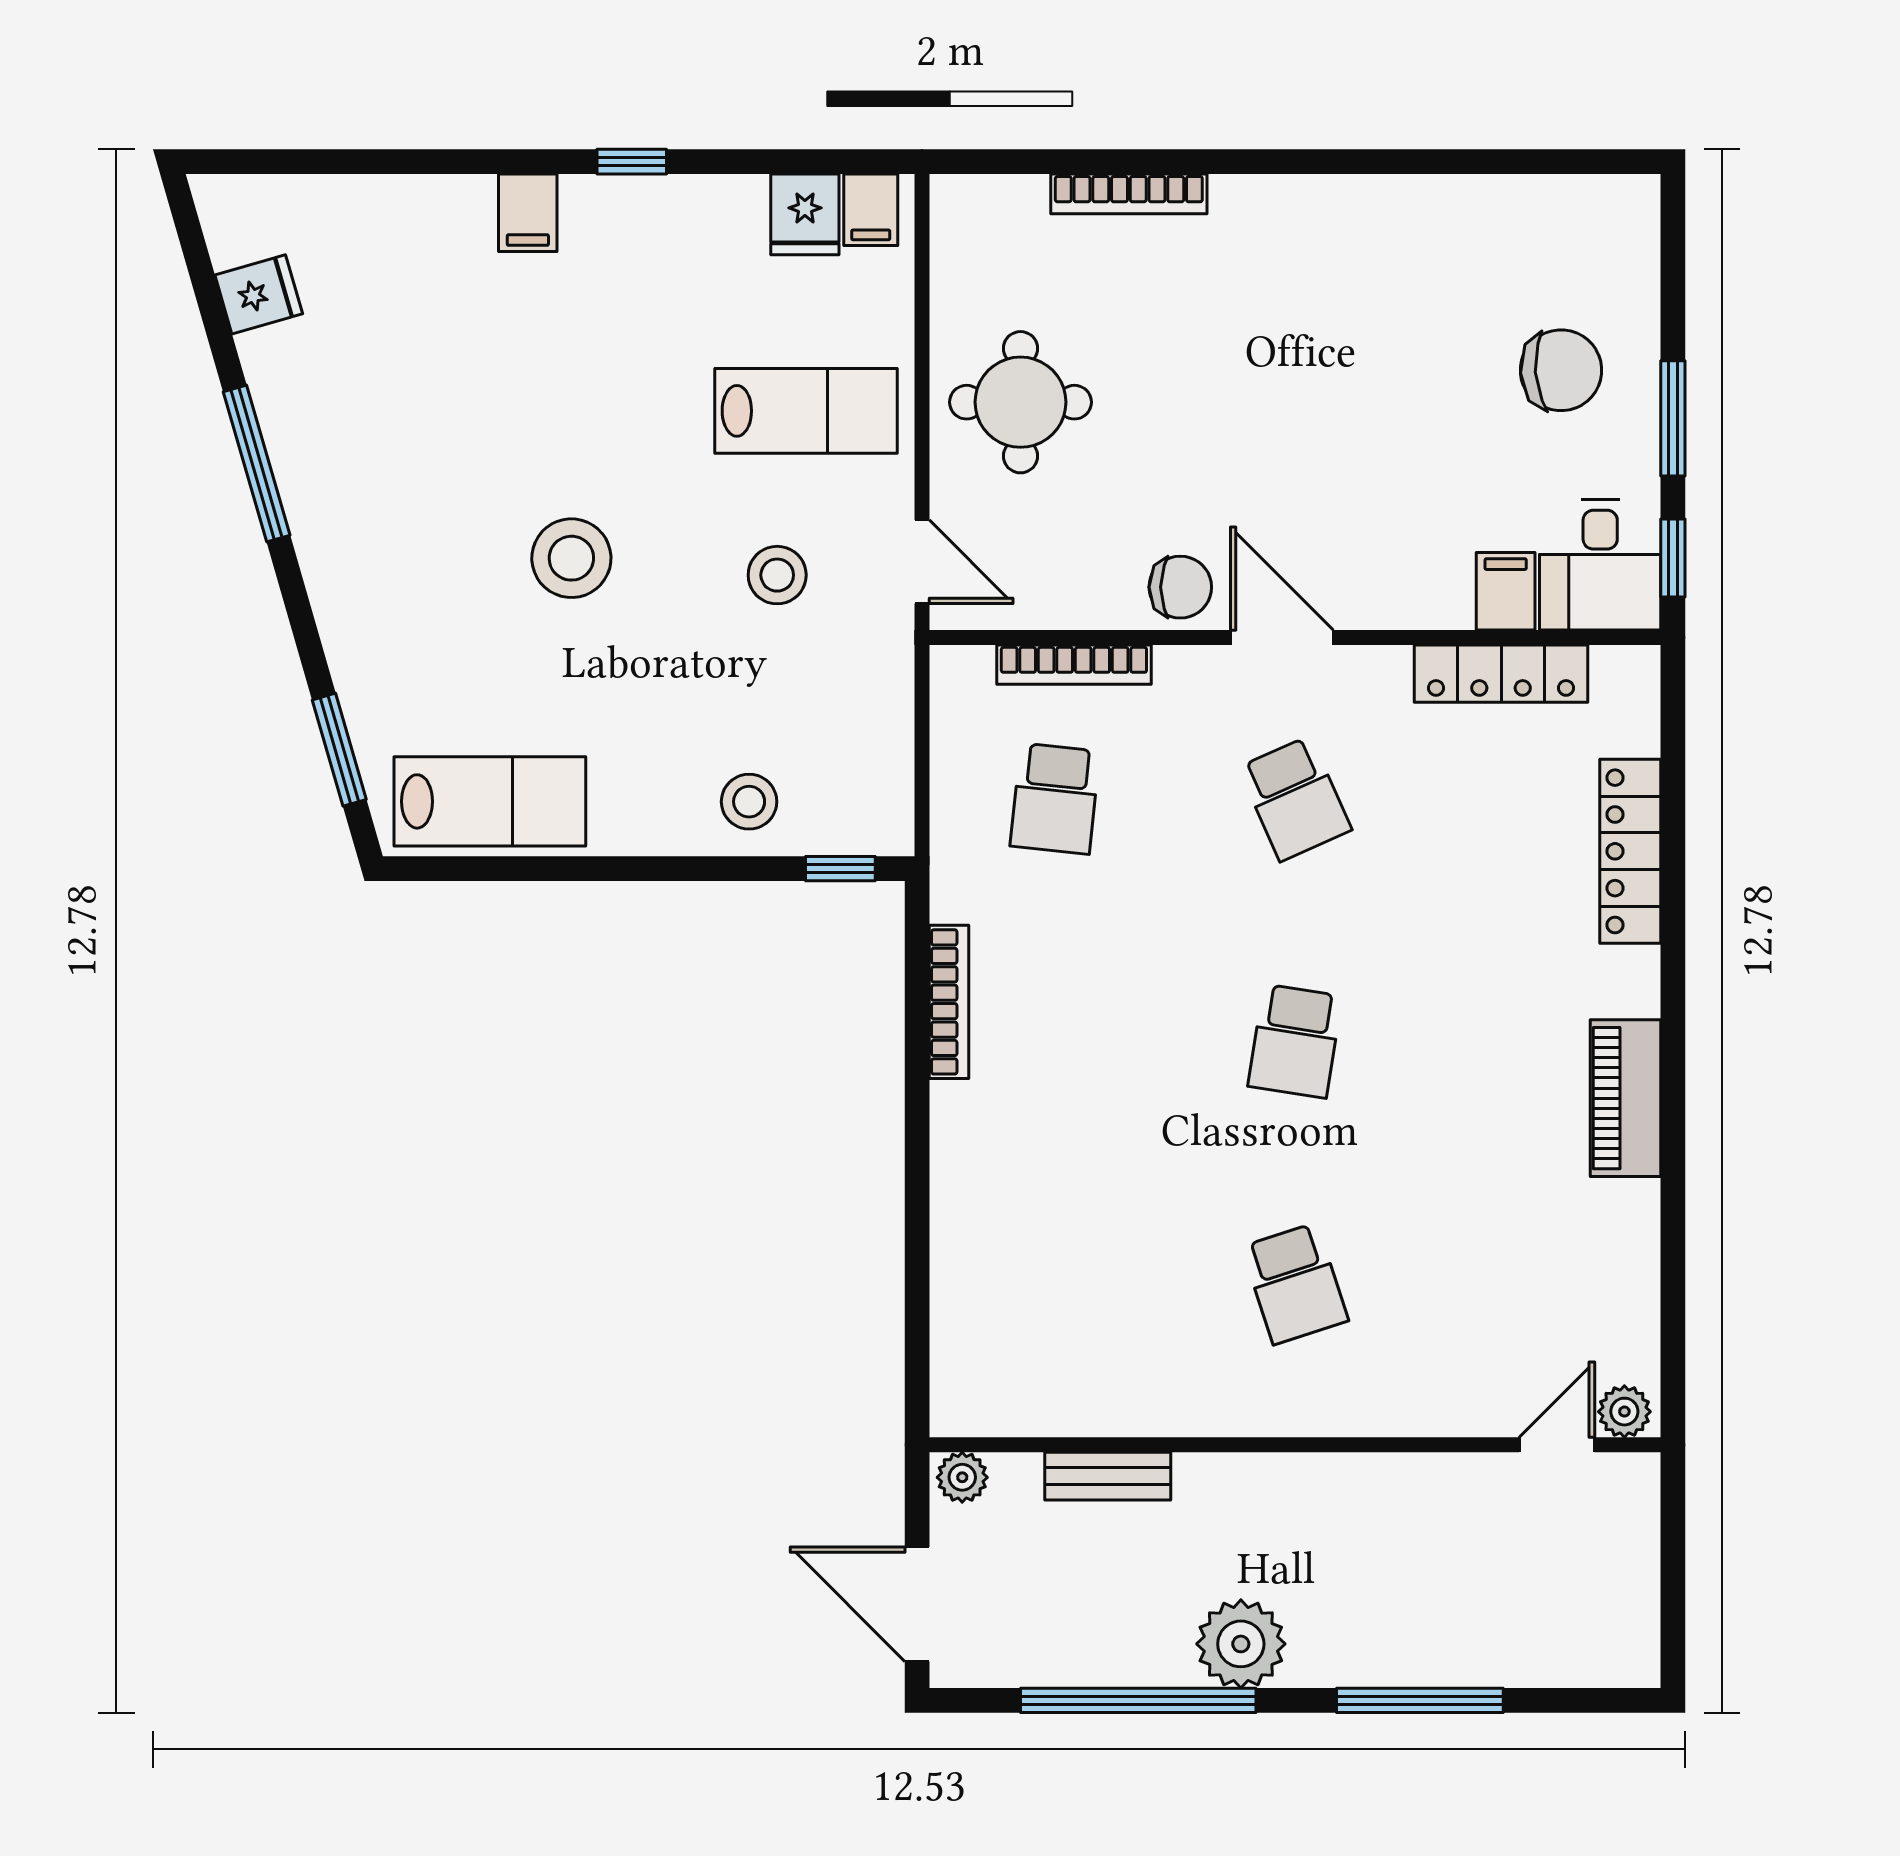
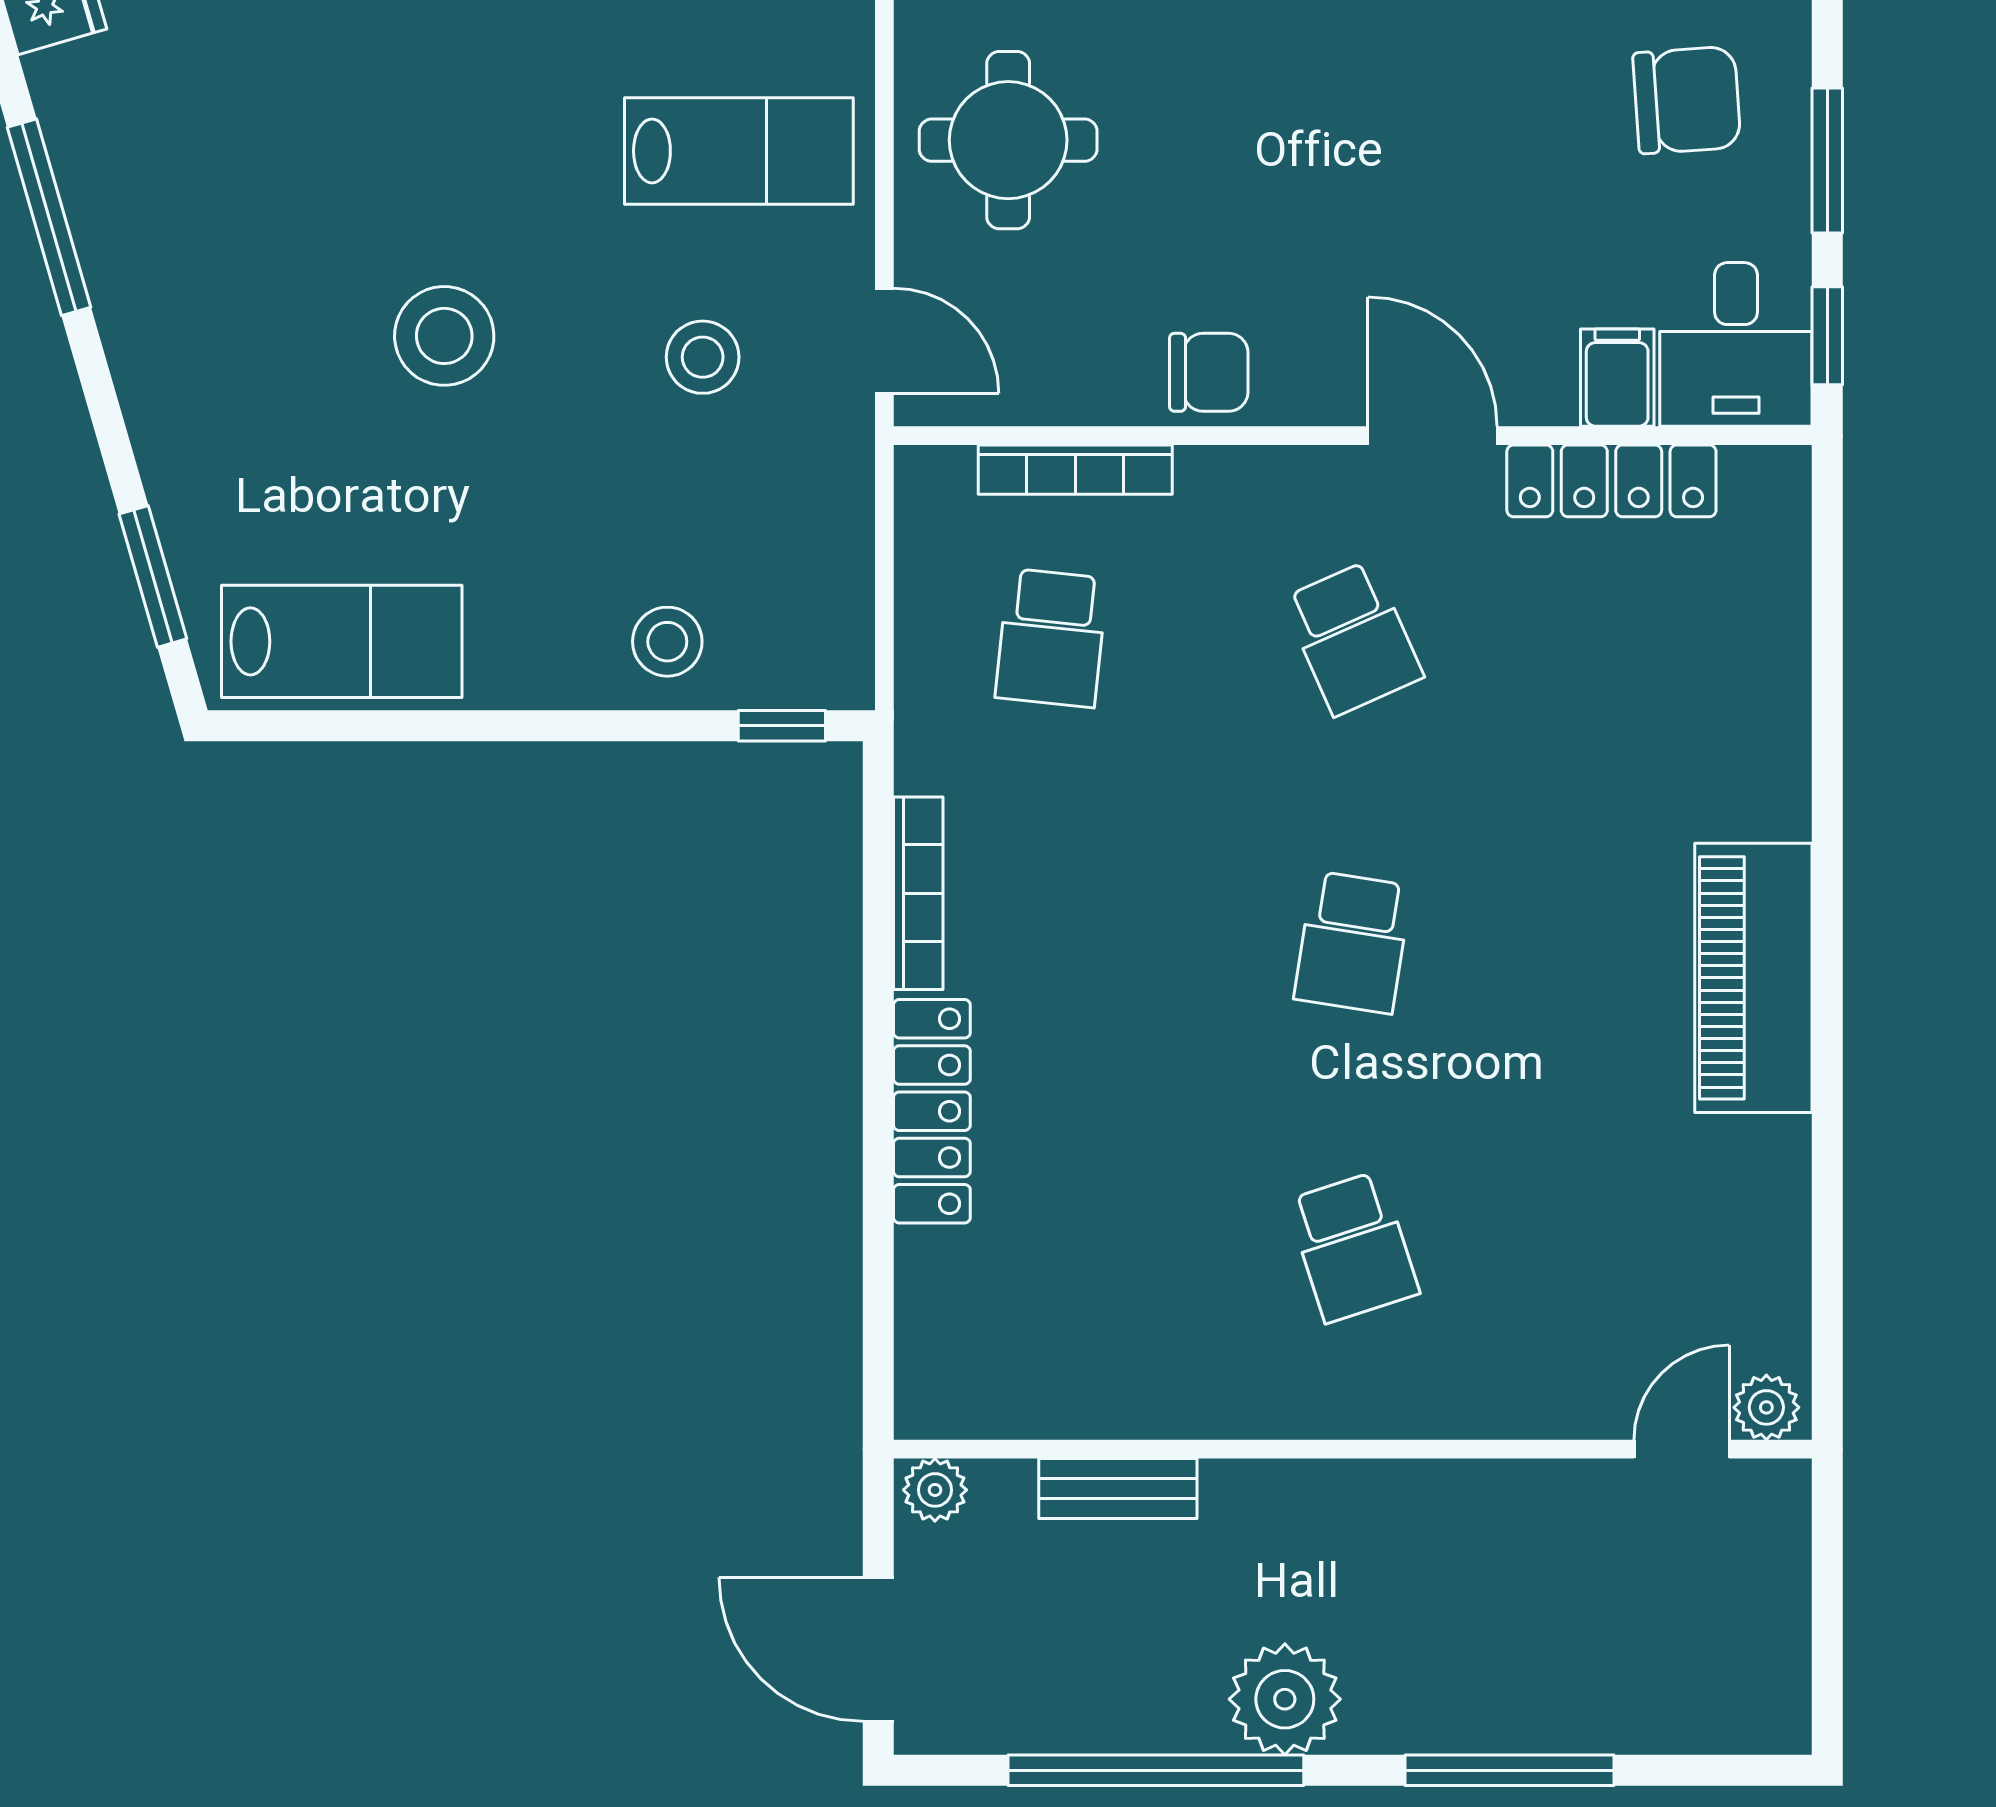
door: (1282, 638) -> (1432, 436), moved
locker: (1630, 851) -> (932, 1111), moved, turned 180
piano: (1626, 1098) -> (1753, 978), width x1.37, depth x1.33

